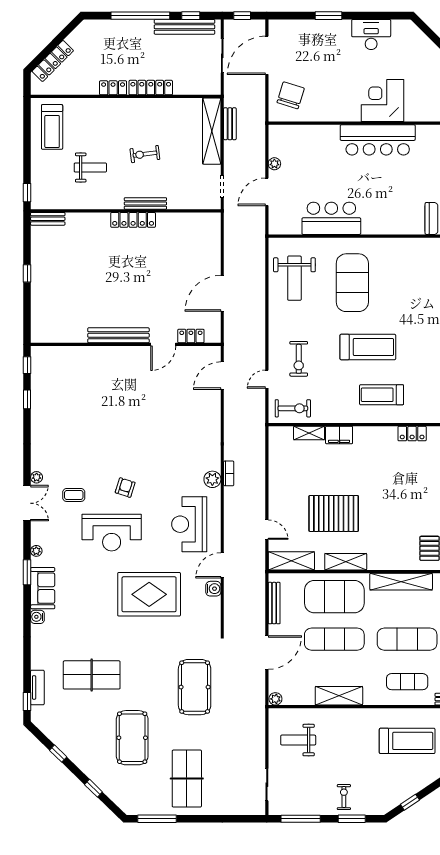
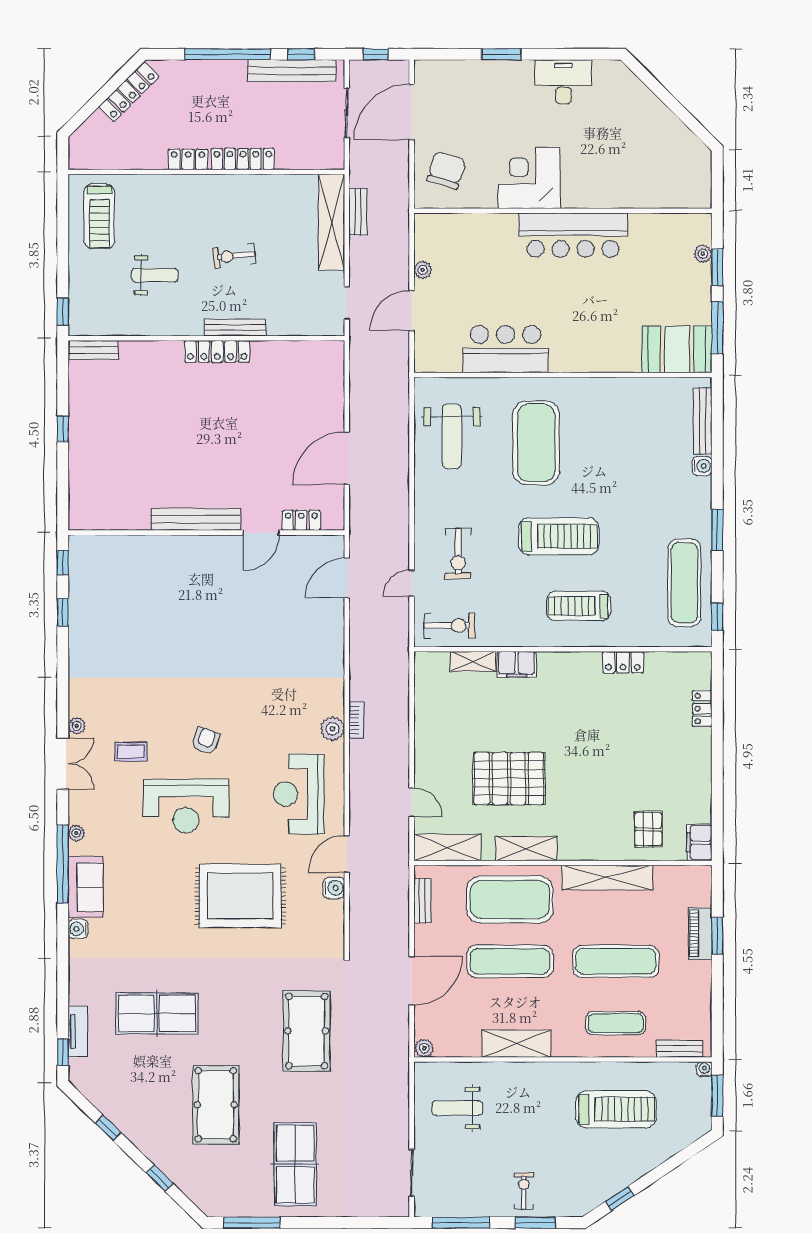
locker: (53, 61) -> (129, 92), moved
corner desk: (383, 101) -> (529, 178), moved
window: (27, 572) -> (63, 864), width x2.11
bench: (274, 603) -> (422, 901), width x0.73

